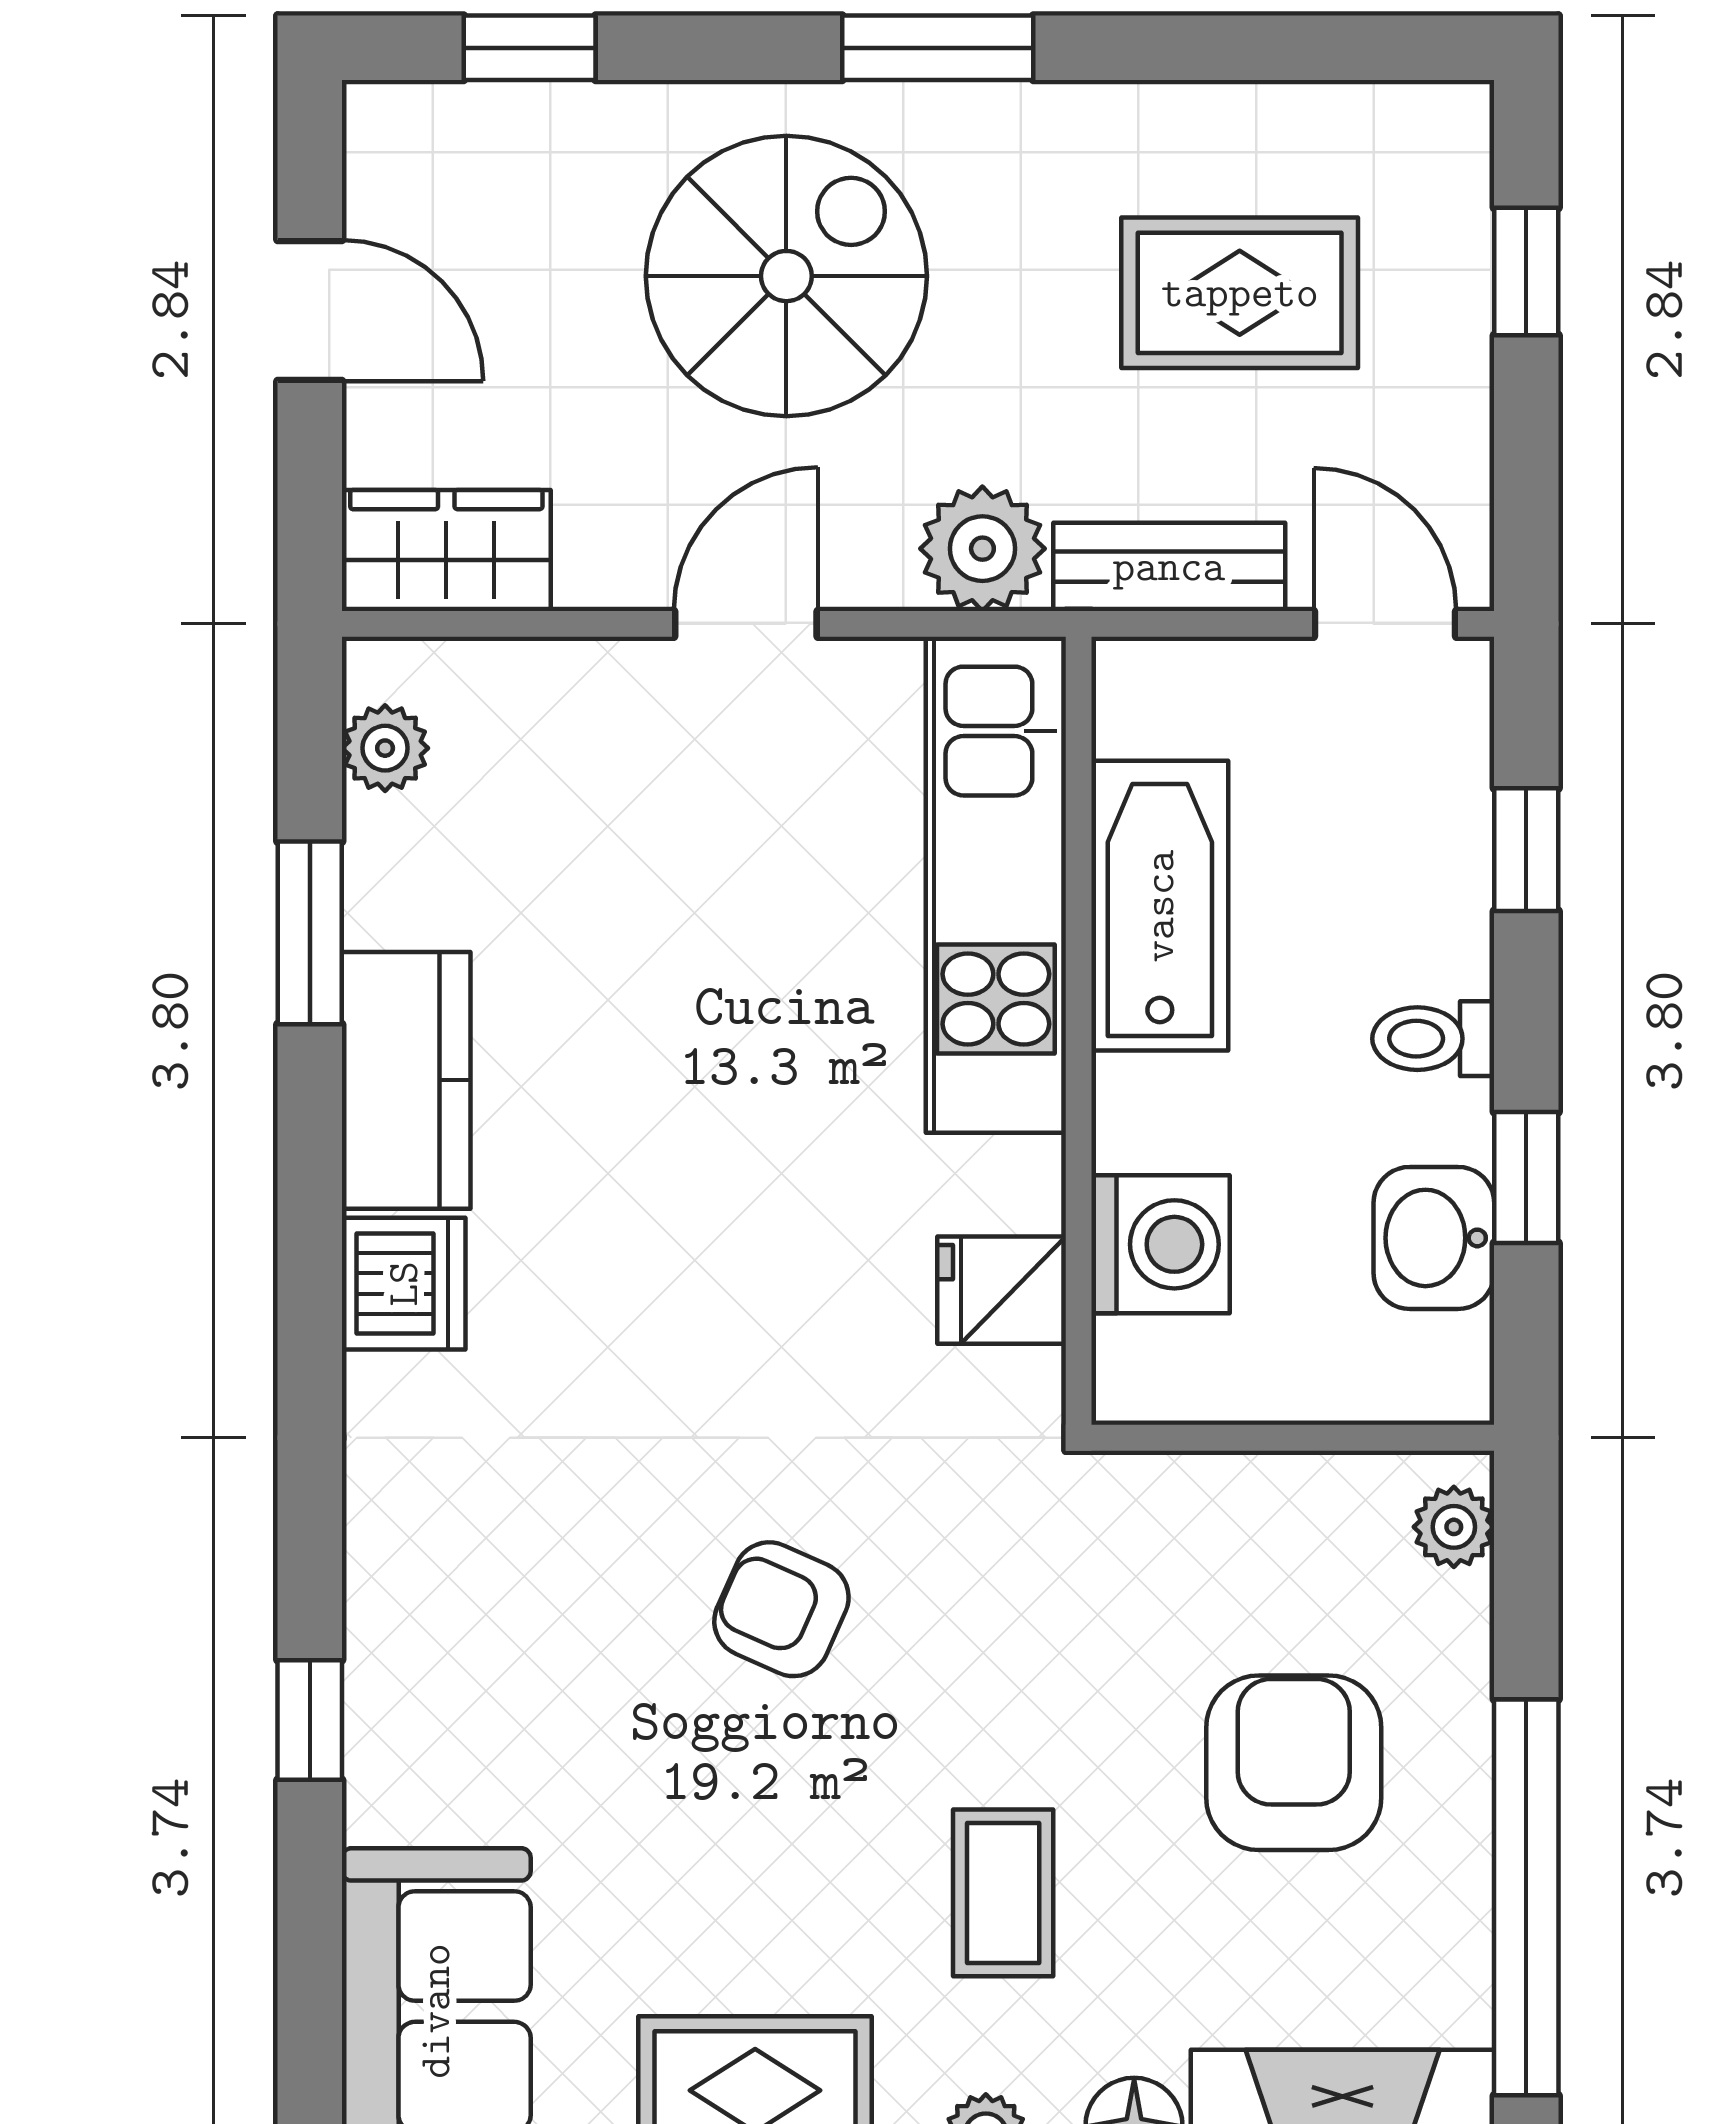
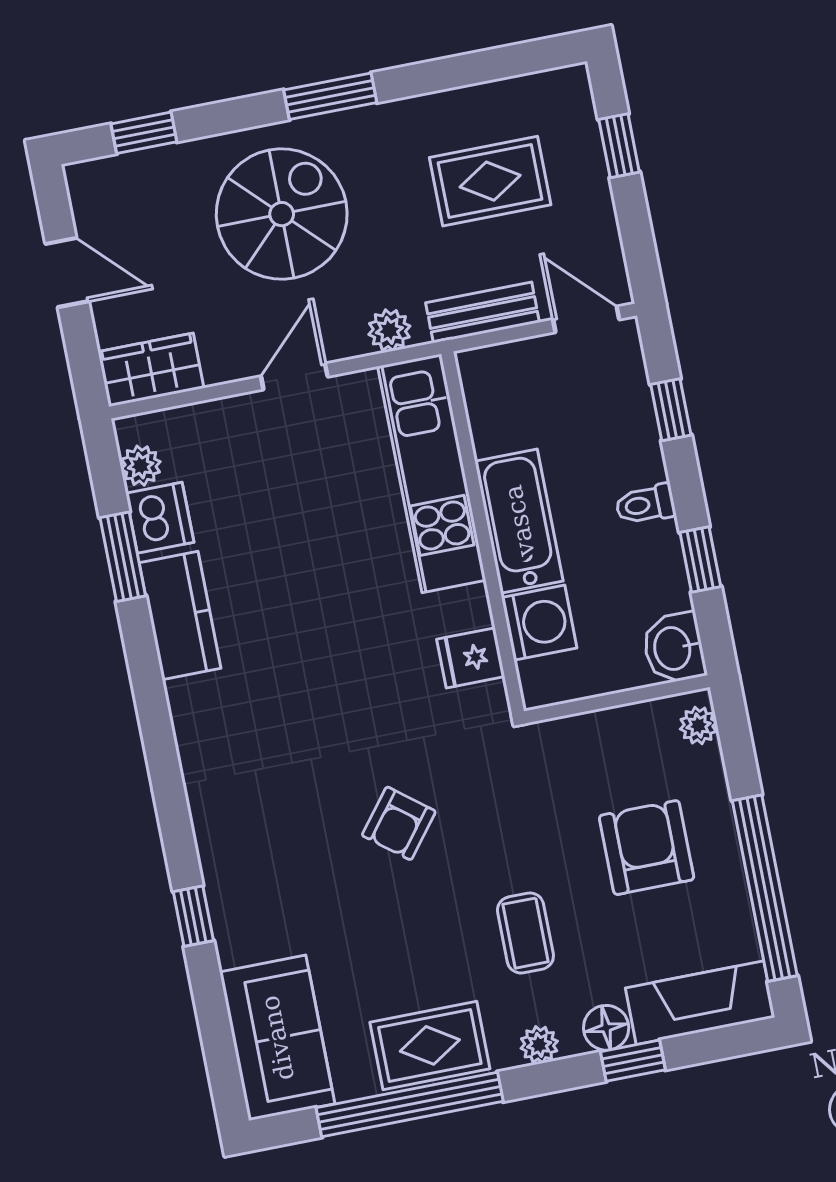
plant: (982, 549) -> (389, 330), width x0.73, depth x0.73
bathtub: (1160, 906) -> (519, 521), moved
washbasin: (1434, 1238) -> (674, 648), moved
dishwasher: (404, 1284) -> (160, 518), moved
armchair: (781, 1609) -> (399, 823), turned -76

